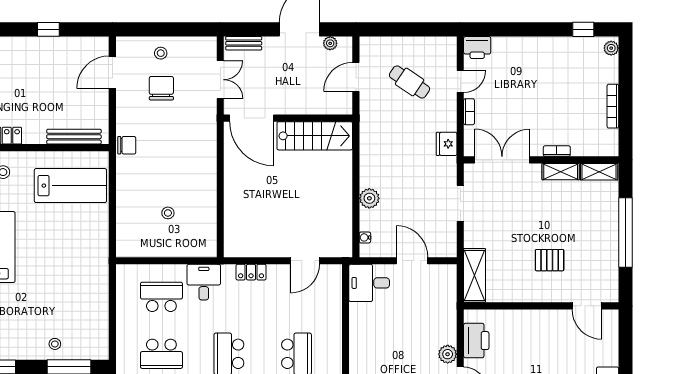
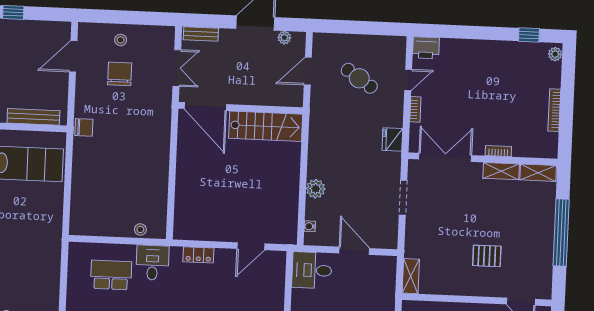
stool: (168, 213) -> (140, 229), moved
shelving: (475, 275) -> (411, 276), width x0.67, depth x0.75

